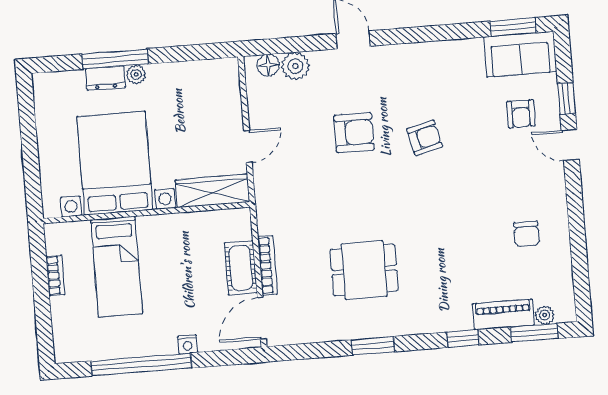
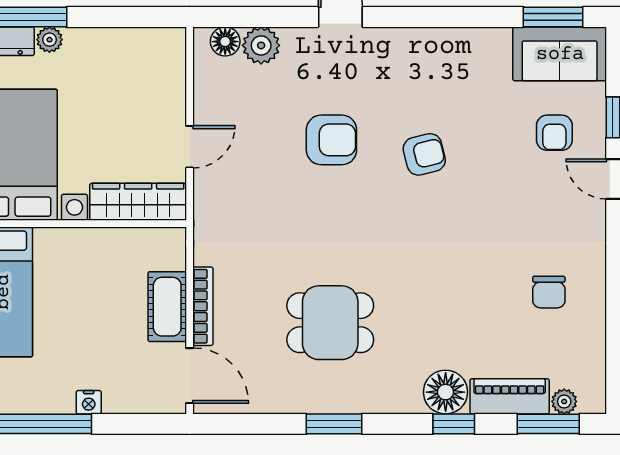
floor lamp: (455, 315) -> (446, 392), added
door: (262, 318) -> (190, 376), swing flipped

